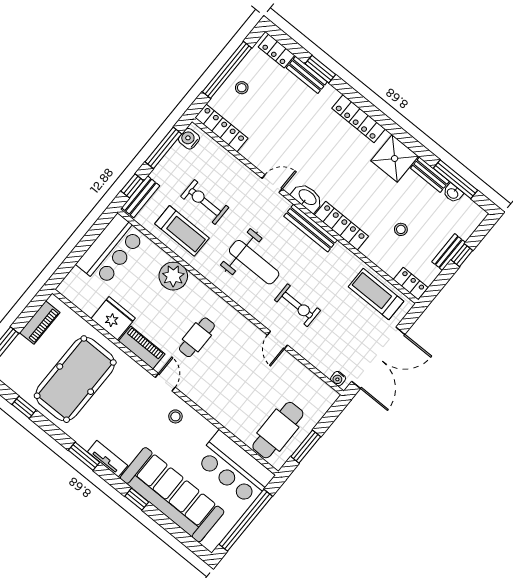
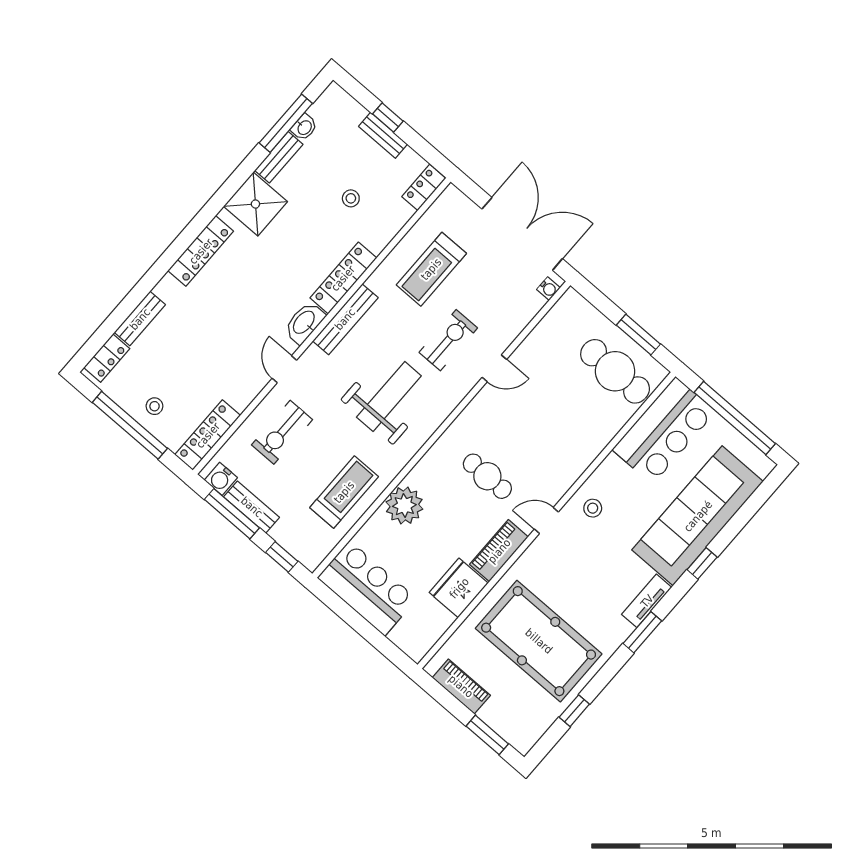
window: (320, 69) -> (133, 300), removed
bench: (141, 197) -> (252, 507), moved
exercise bike: (205, 202) -> (282, 432), moved
treadmill: (376, 294) -> (431, 269), moved

